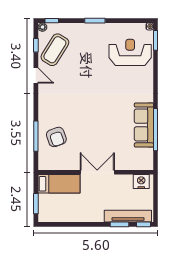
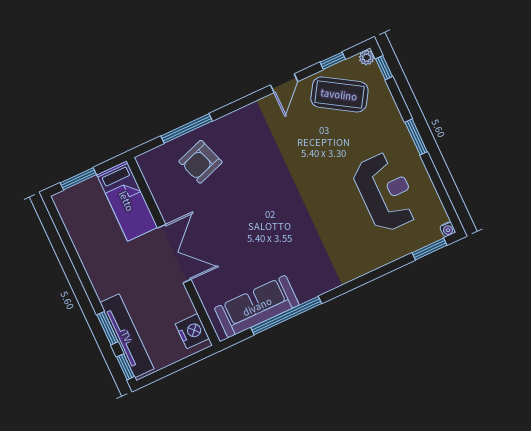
reception desk: (130, 52) -> (386, 192), moved
sofa: (144, 125) -> (257, 306), moved

